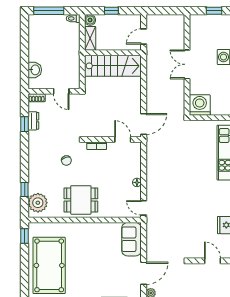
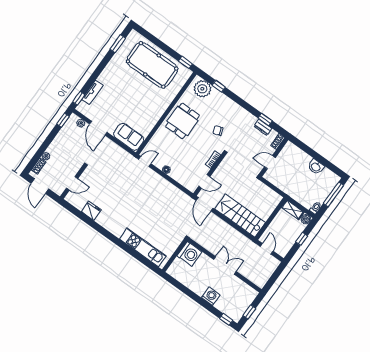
stairs: (113, 66) -> (240, 216), moved, turned 90
washbasin: (35, 70) -> (316, 167), moved

